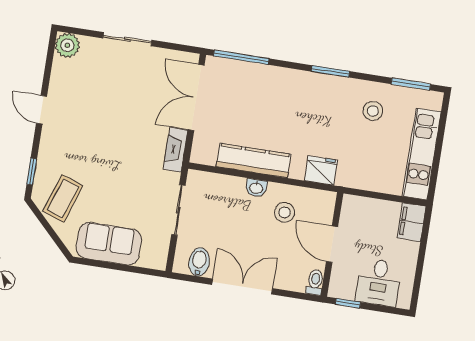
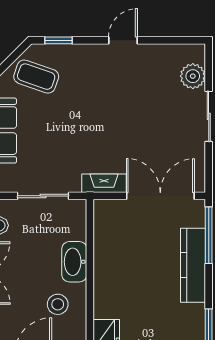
plant: (67, 45) -> (193, 76), moved
kitchen counter: (254, 161) -> (193, 265), moved, turned 180
washbasin: (256, 188) -> (74, 262), width x1.91, depth x1.45

